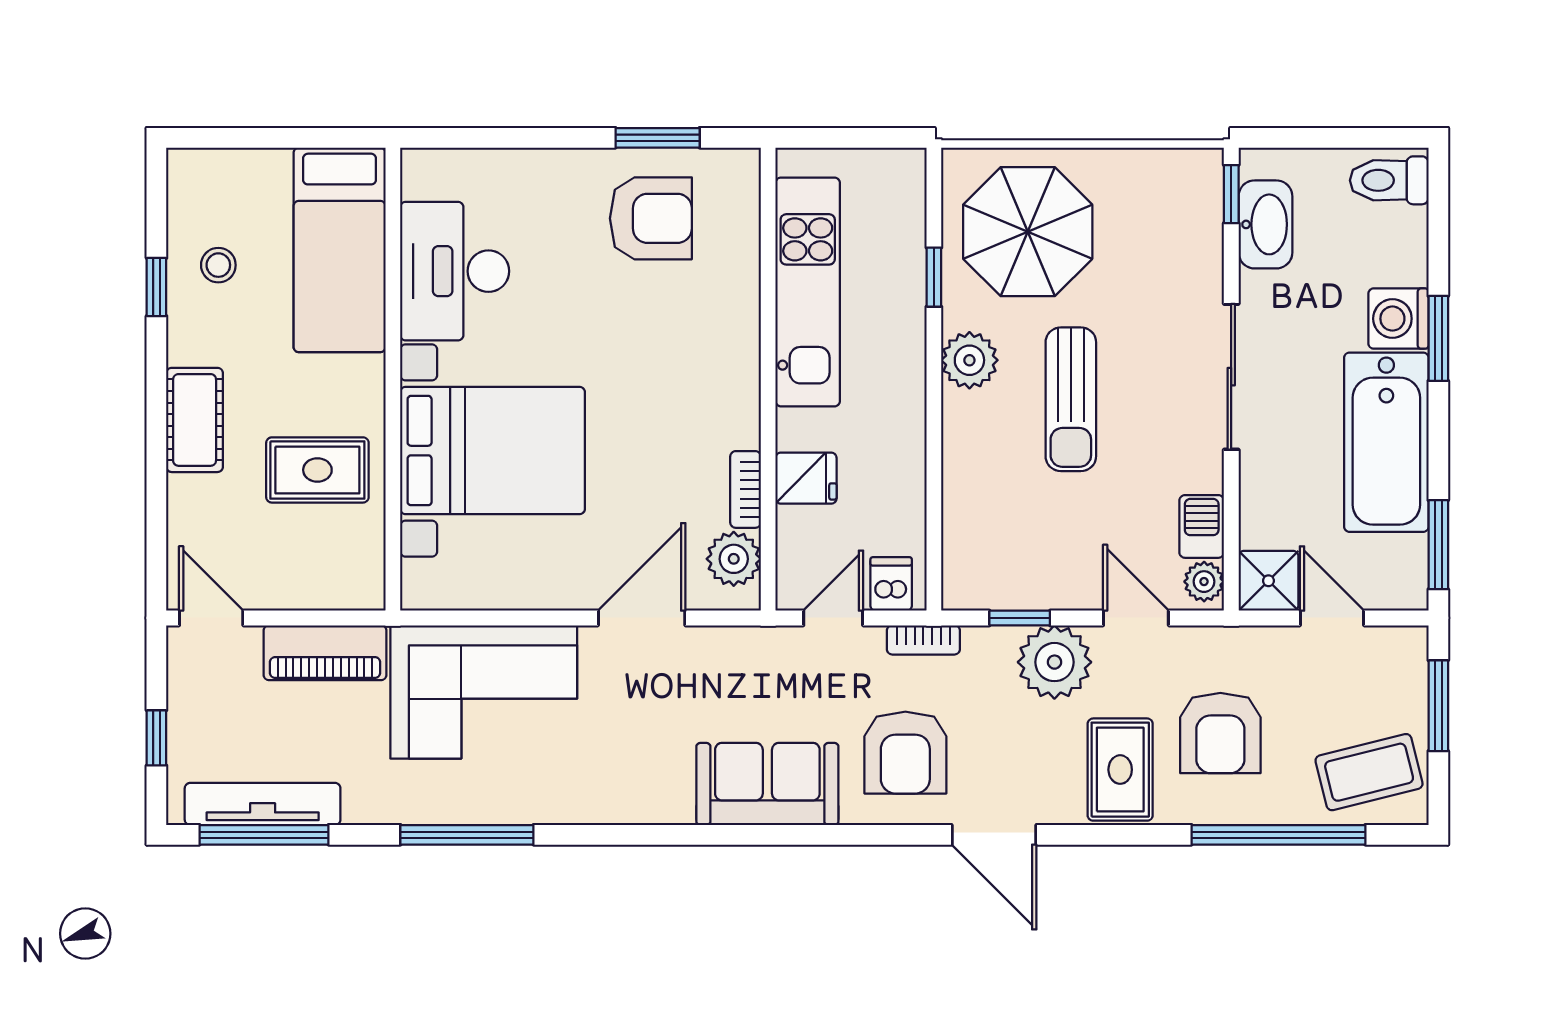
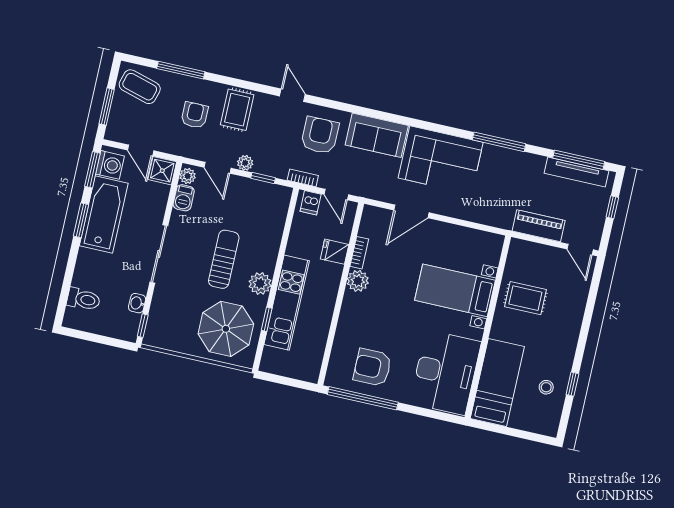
window: (658, 138) -> (363, 398), width x2.11
toilet: (1389, 180) -> (84, 299), moved
washbasin: (1265, 224) -> (137, 303), width x0.52, depth x0.69
desk: (455, 271) -> (445, 372), width x1.36, depth x1.30
kitchen unit: (808, 292) -> (287, 303), moved, turned 180
washing machine: (1398, 319) -> (110, 165), moved
window: (1438, 338) -> (81, 220), moved
cot: (195, 420) -> (569, 329), removed
bed with nightstands: (493, 451) -> (455, 290), width x0.73
plant: (734, 559) -> (358, 281), moved
door: (833, 618) -> (336, 194), hinge flipped
plant: (1054, 662) -> (245, 163), width x0.53, depth x0.53
corner sofa: (484, 692) -> (441, 160), moved, turned 180
armchair: (1220, 733) -> (195, 115), width x0.72, depth x0.72
coffee table: (1369, 772) -> (140, 87), turned 30
door: (994, 835) -> (292, 95), width x0.73
window: (1278, 835) -> (181, 70), width x0.68

